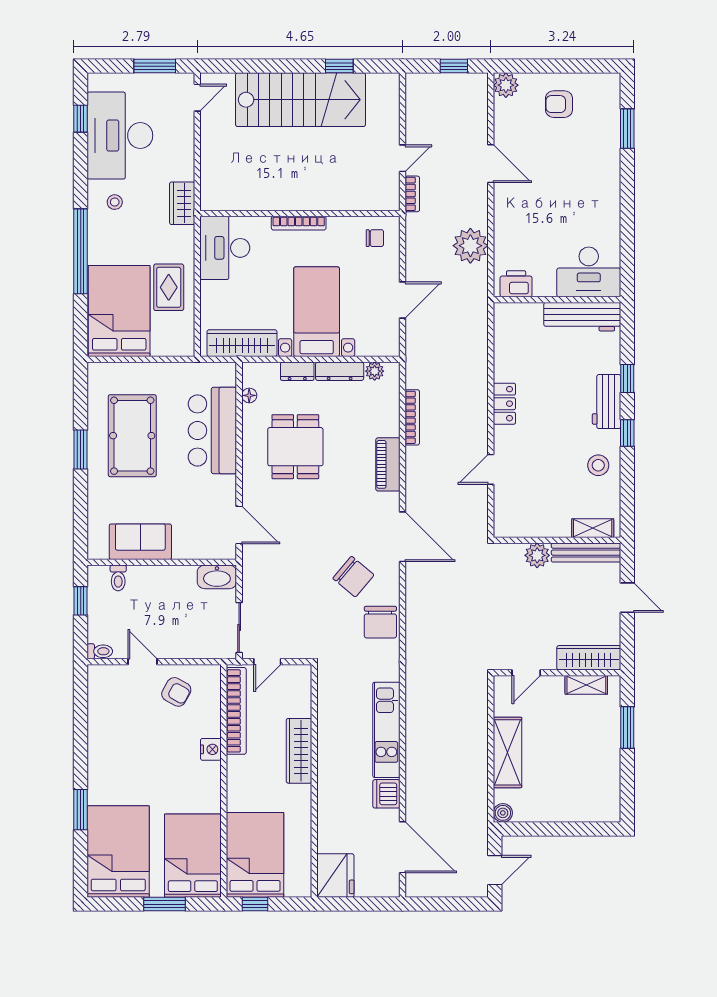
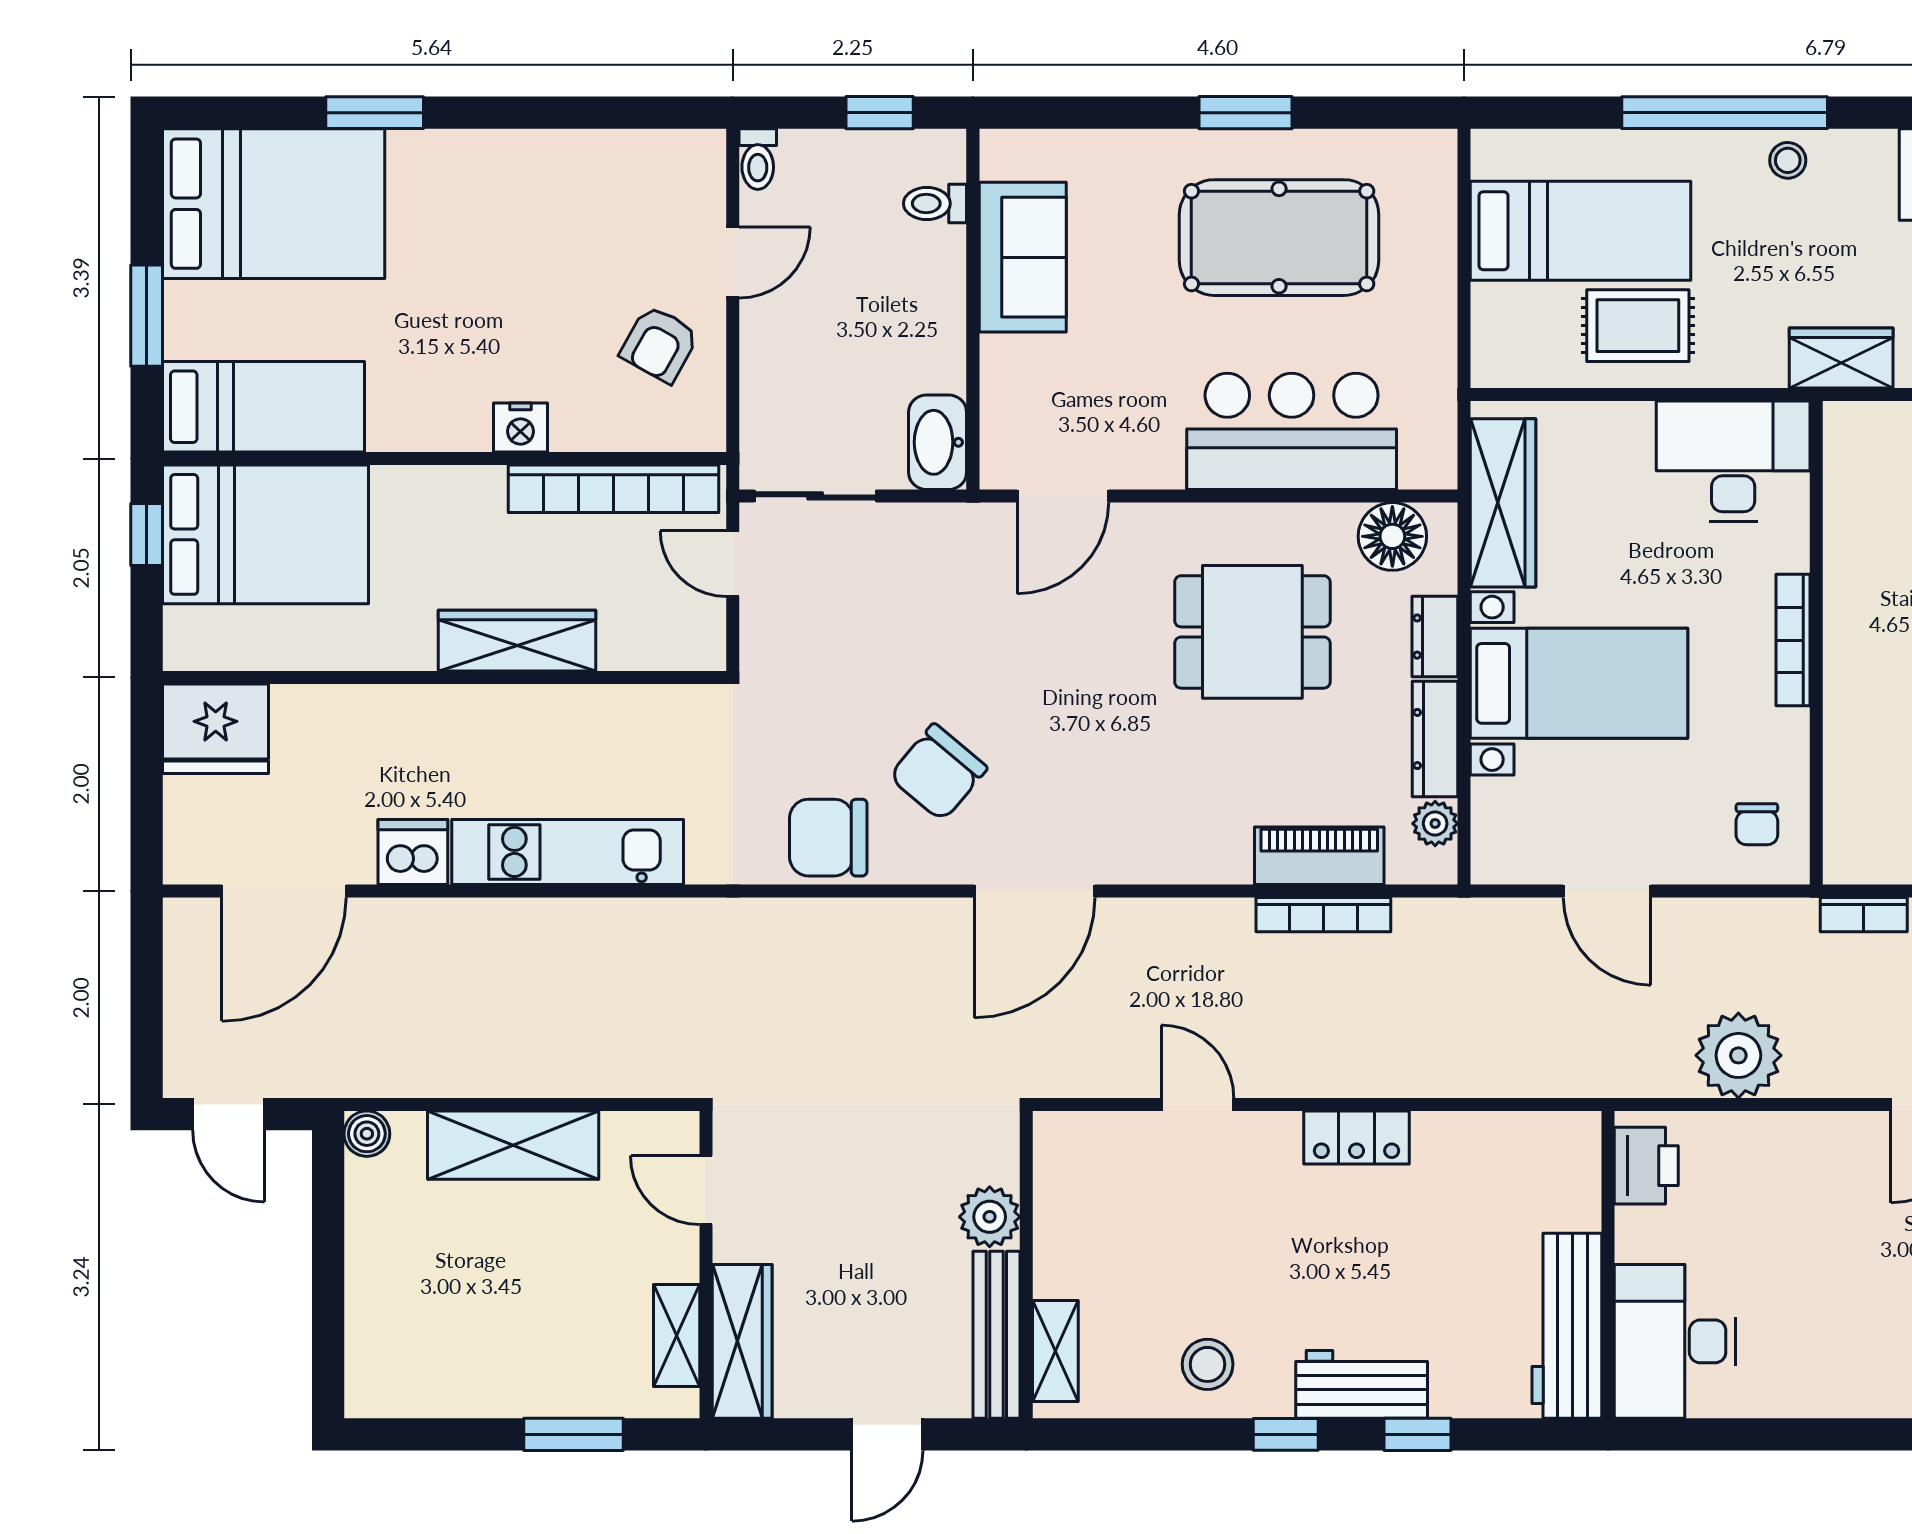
stool: (115, 202) -> (1788, 160), moved
bed: (119, 311) -> (1580, 231), width x0.67
floor lamp: (249, 395) -> (1392, 536), width x1.89, depth x1.89
piano: (388, 464) -> (1319, 856), moved
bed: (193, 856) -> (263, 407), width x0.67

